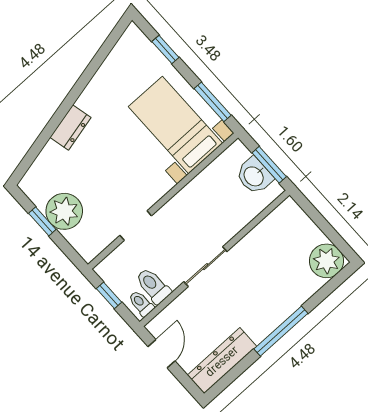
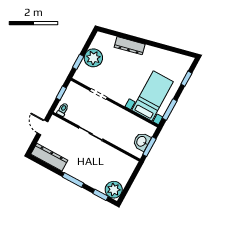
dresser: (70, 127) -> (130, 46), width x1.44
window: (42, 221) -> (78, 62), moved
toilet: (153, 286) -> (73, 112), removed
window: (327, 289) -> (100, 195), added
window: (281, 331) -> (73, 180), width x0.69
door: (162, 354) -> (42, 127), swing flipped

